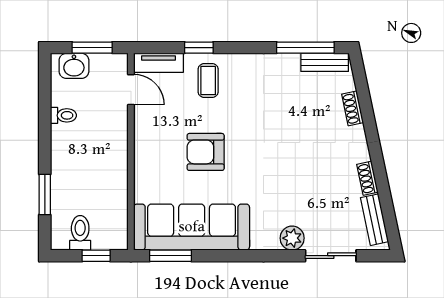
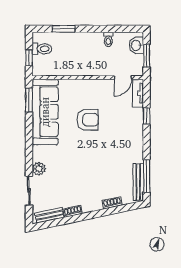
bench: (325, 62) -> (138, 182), width x1.36
coffee table: (208, 81) -> (128, 121), removed
armchair: (206, 152) -> (88, 120), turned 90

